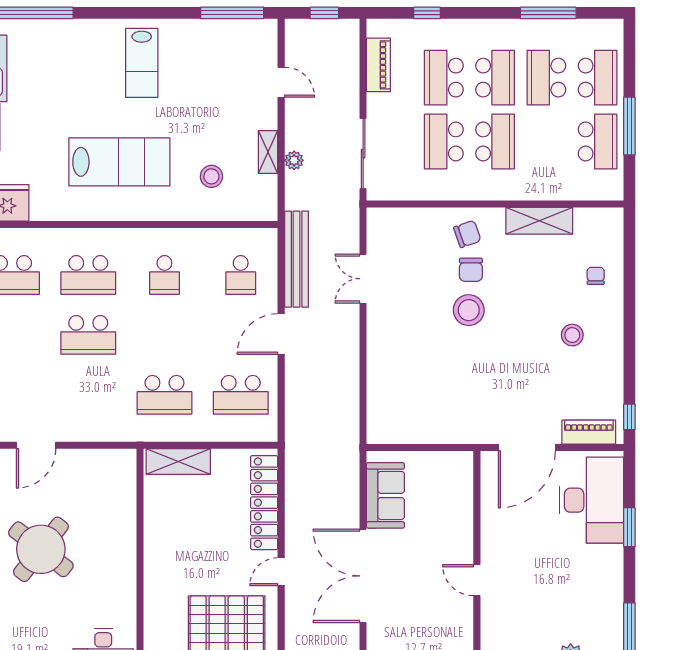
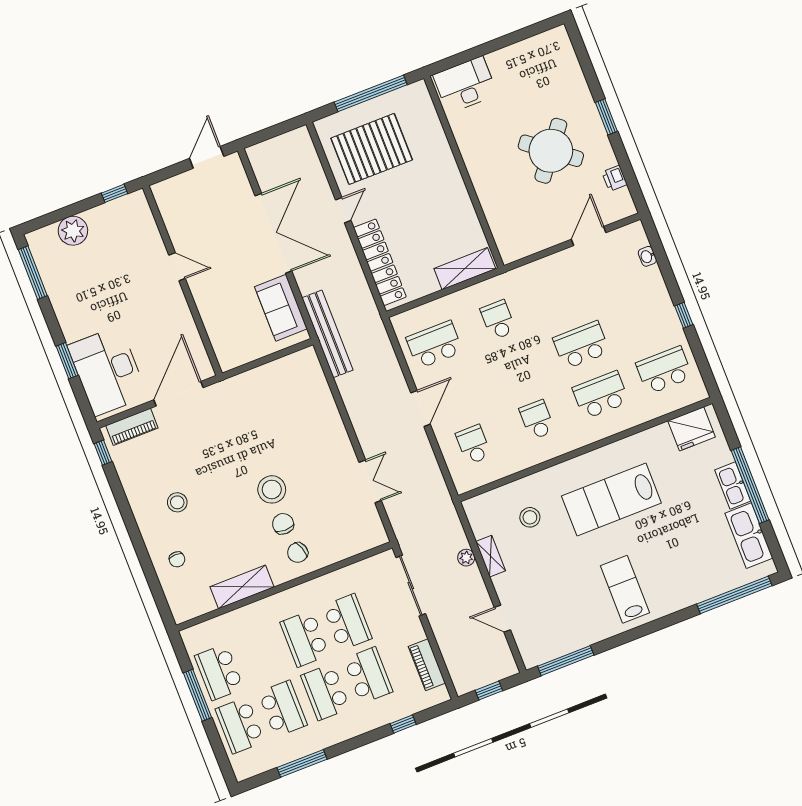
bench: (297, 259) -> (327, 334), moved
school desk: (164, 395) -> (498, 320), width x0.54

